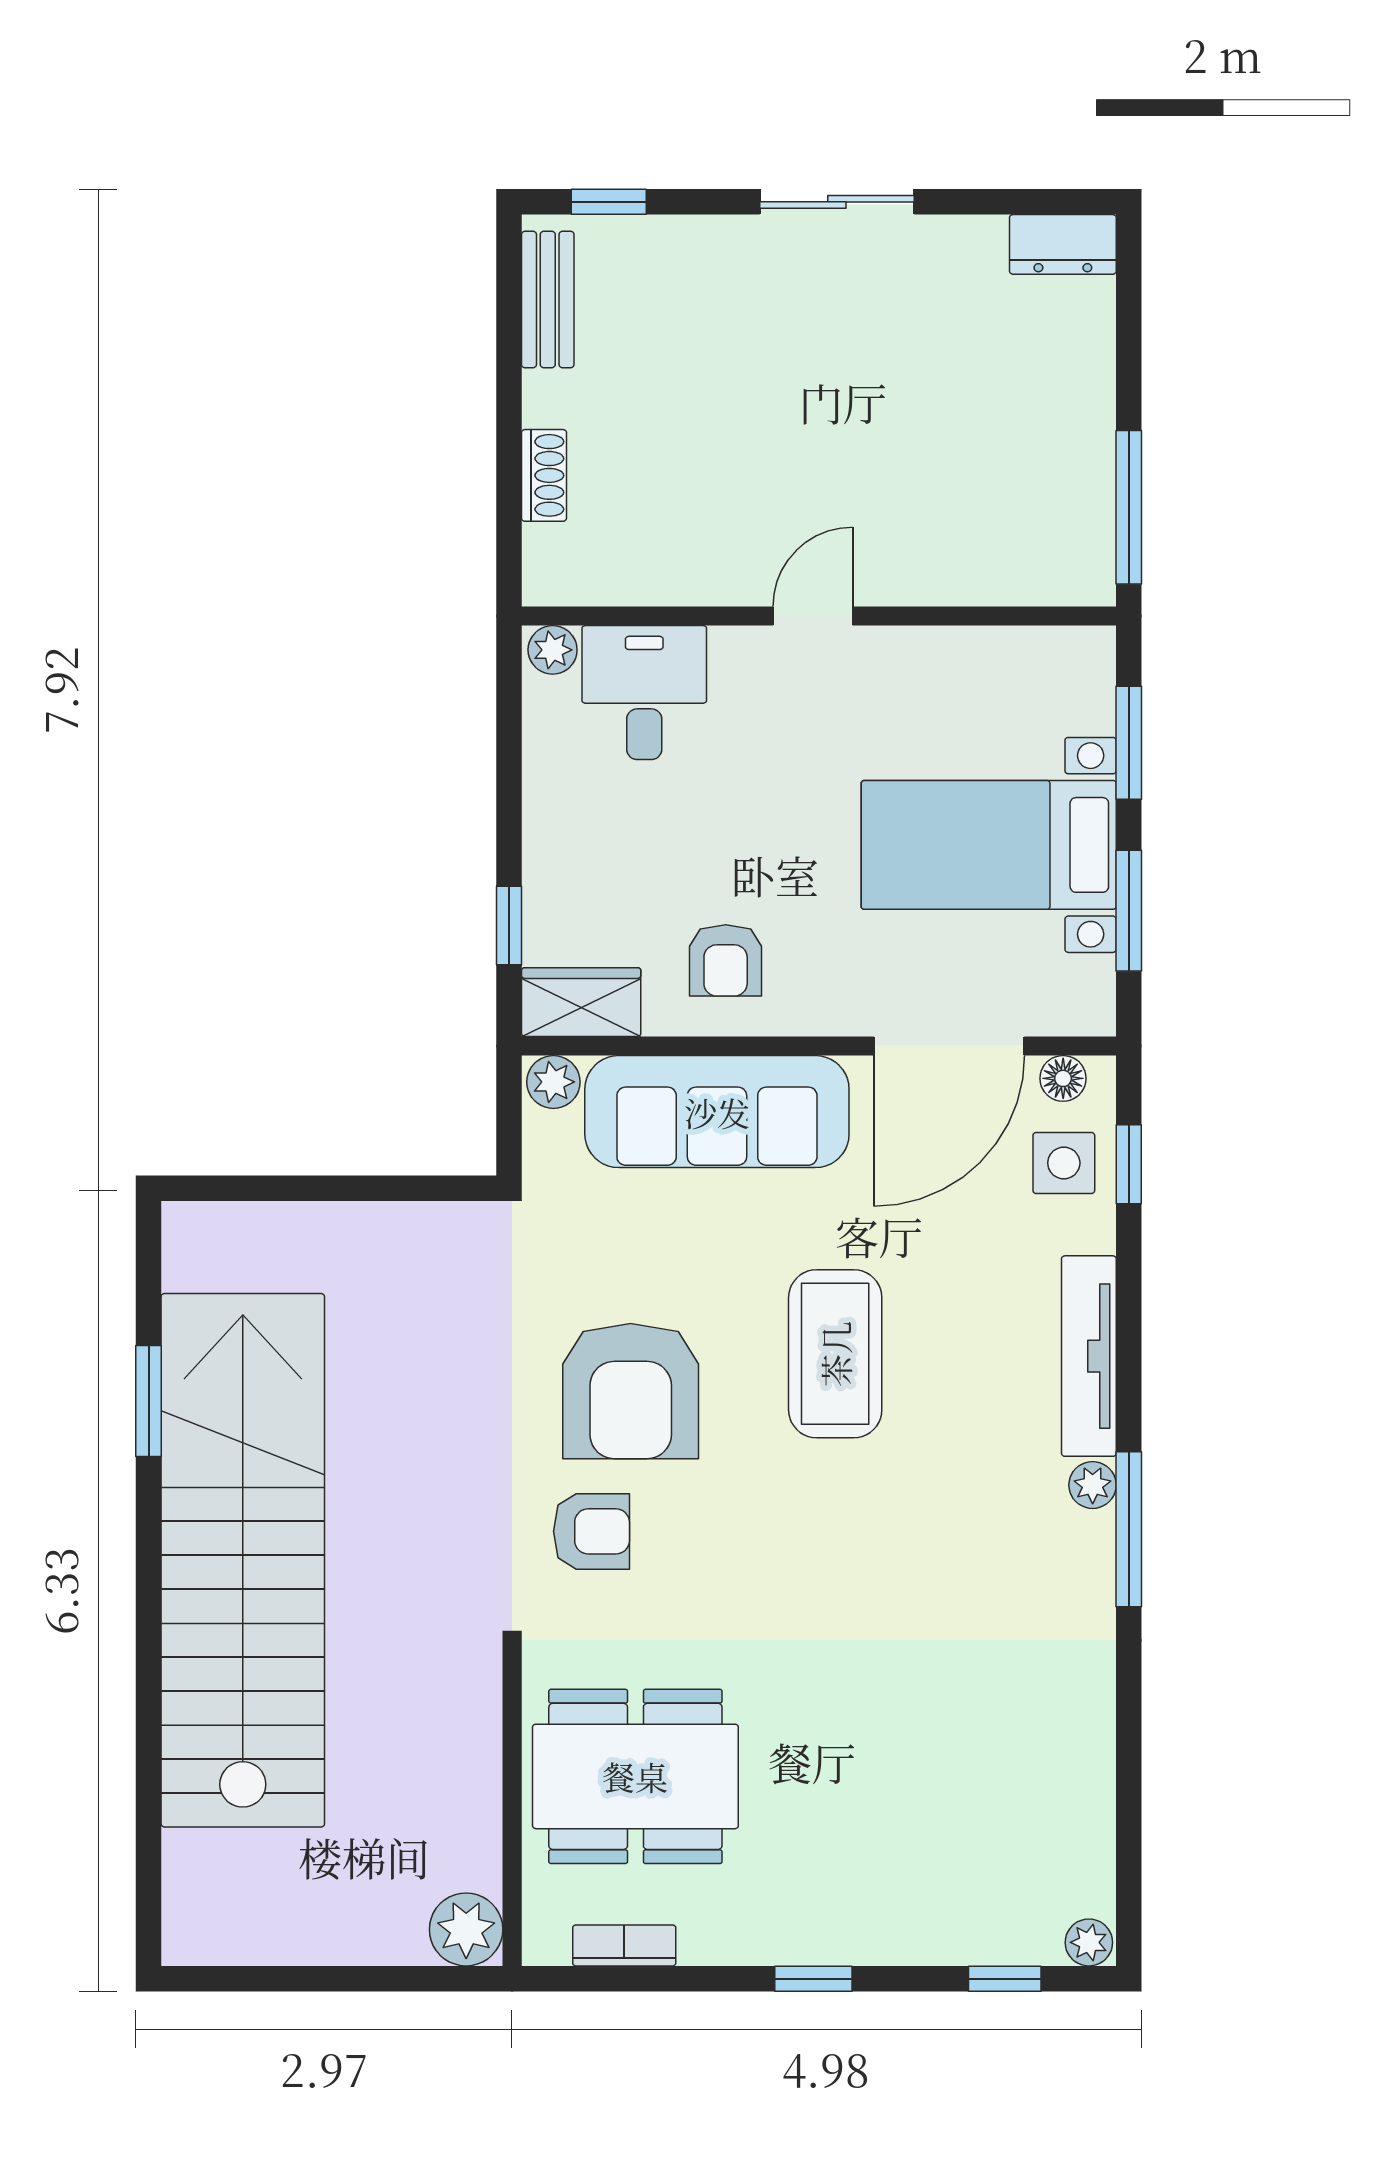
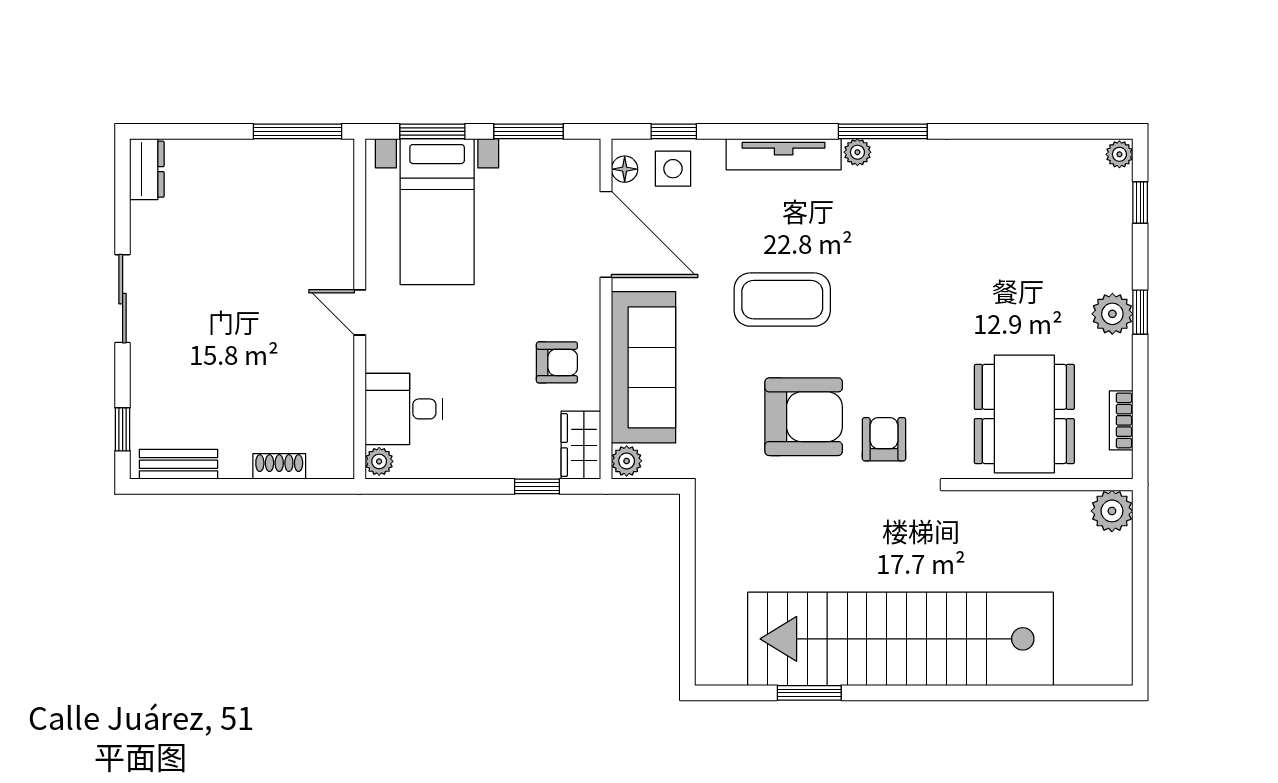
bed with nightstands: (989, 845) -> (437, 212), moved
plant: (810, 1930) -> (1112, 314), added

